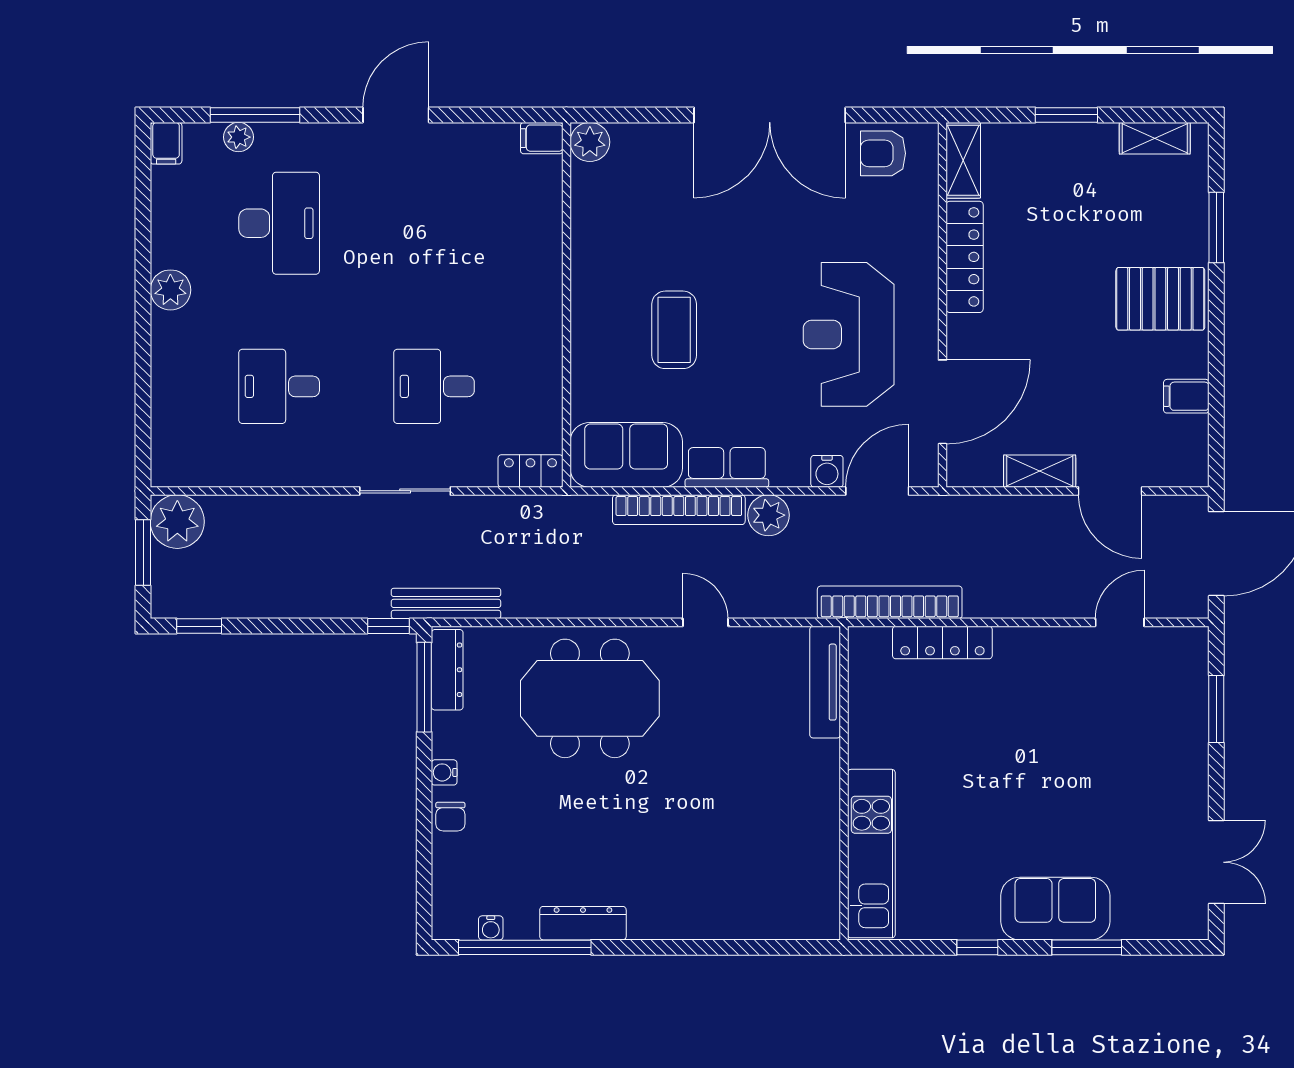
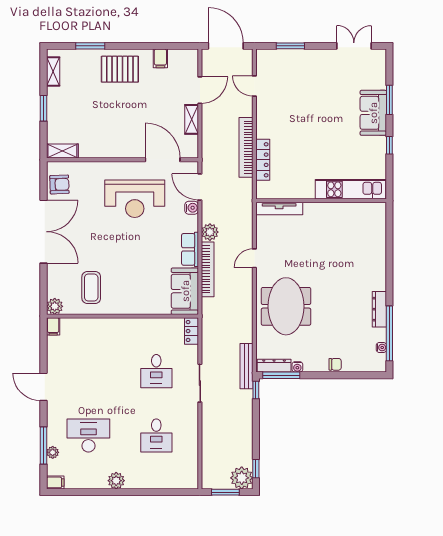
armchair: (883, 153) -> (59, 184), turned -92
locker: (965, 257) -> (102, 151), removed
pallet: (1160, 299) -> (120, 69), turned 90
coffee table: (674, 330) -> (91, 288), moved, turned 90
plant: (177, 522) -> (242, 478), moved
bookcase: (890, 602) -> (246, 147), moved
water cooler: (444, 772) -> (297, 367), moved

